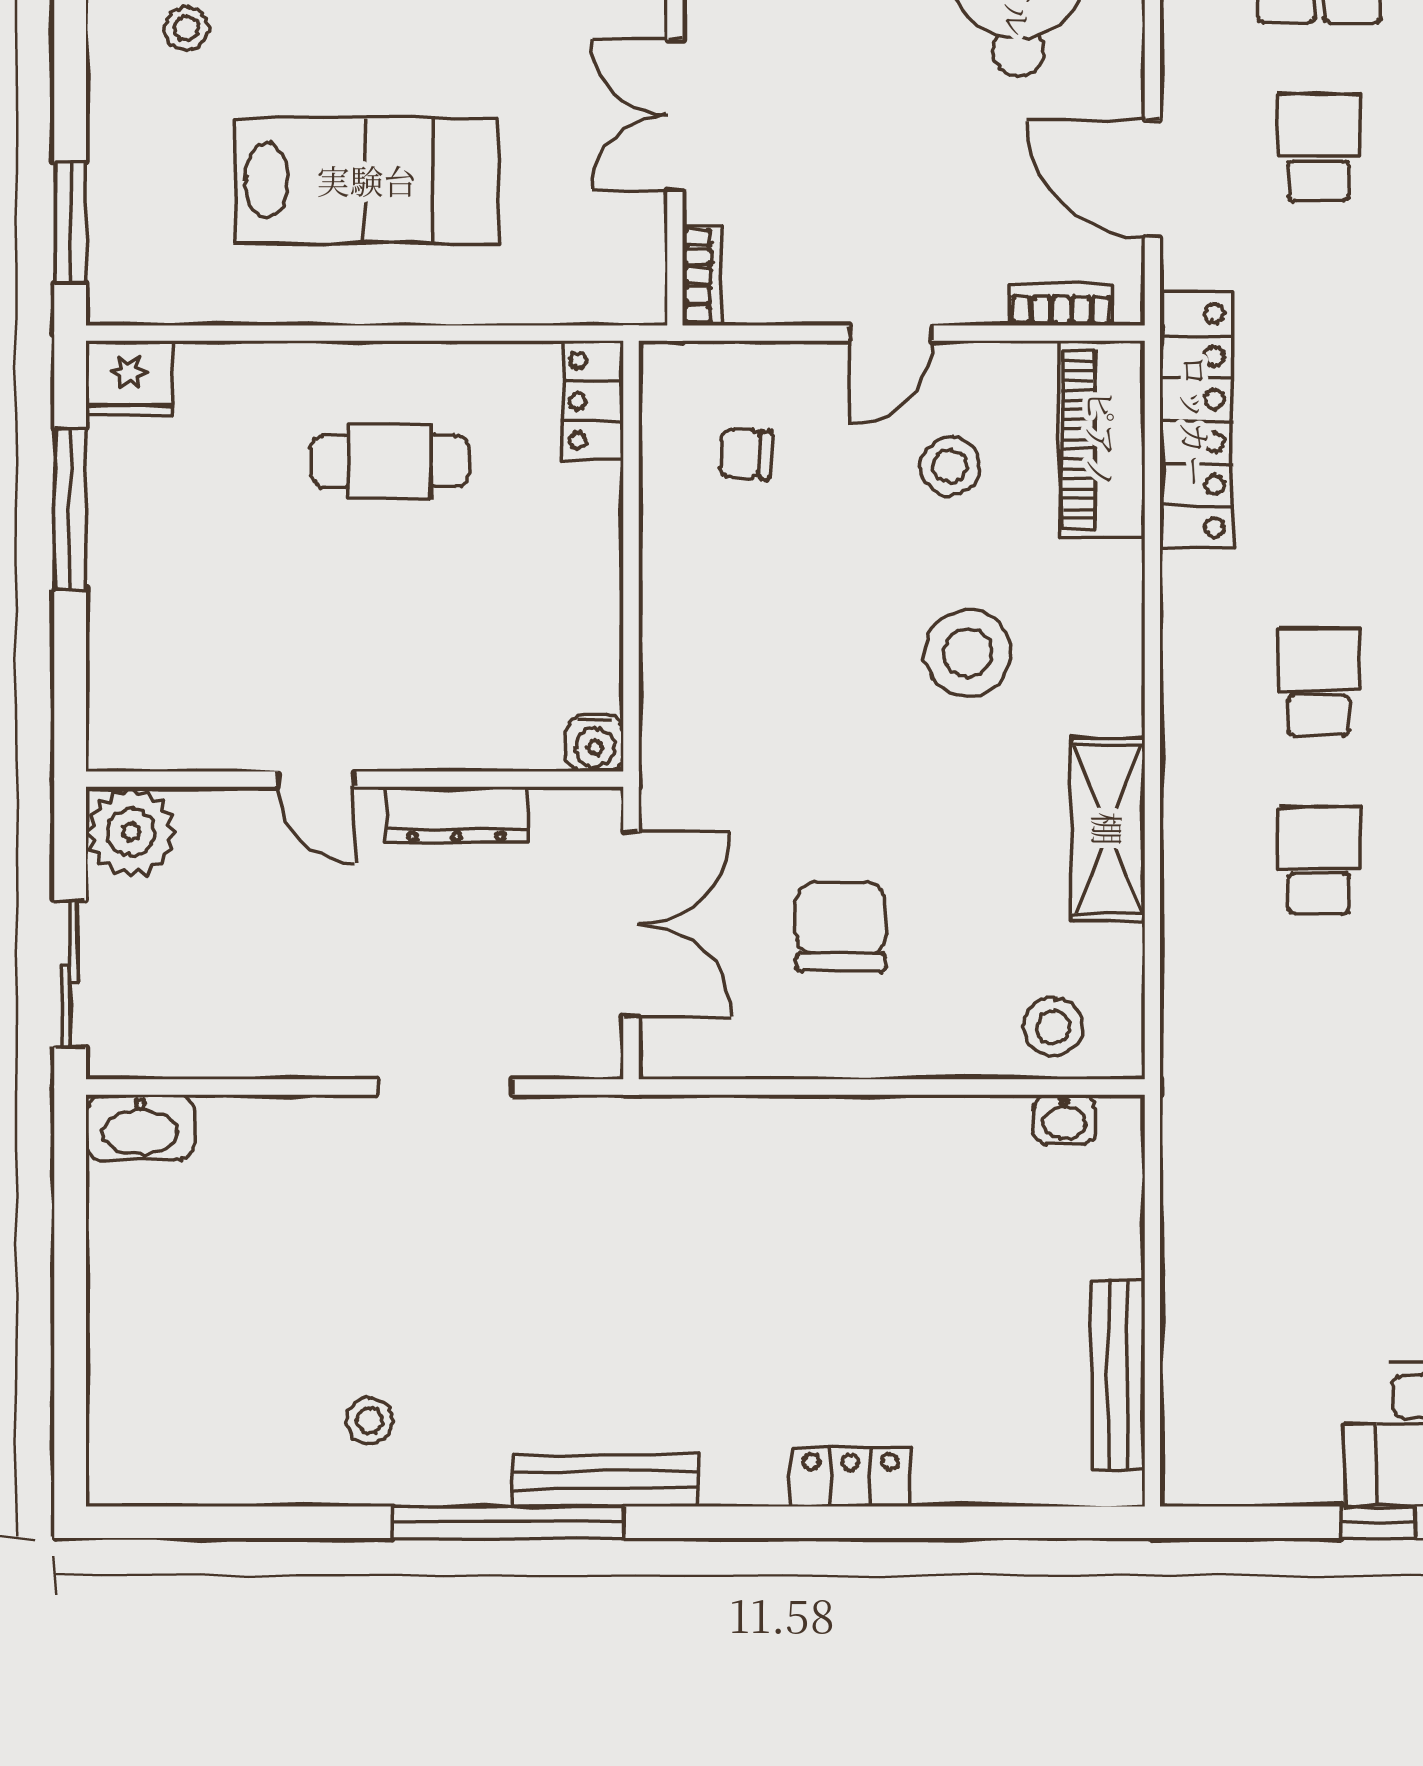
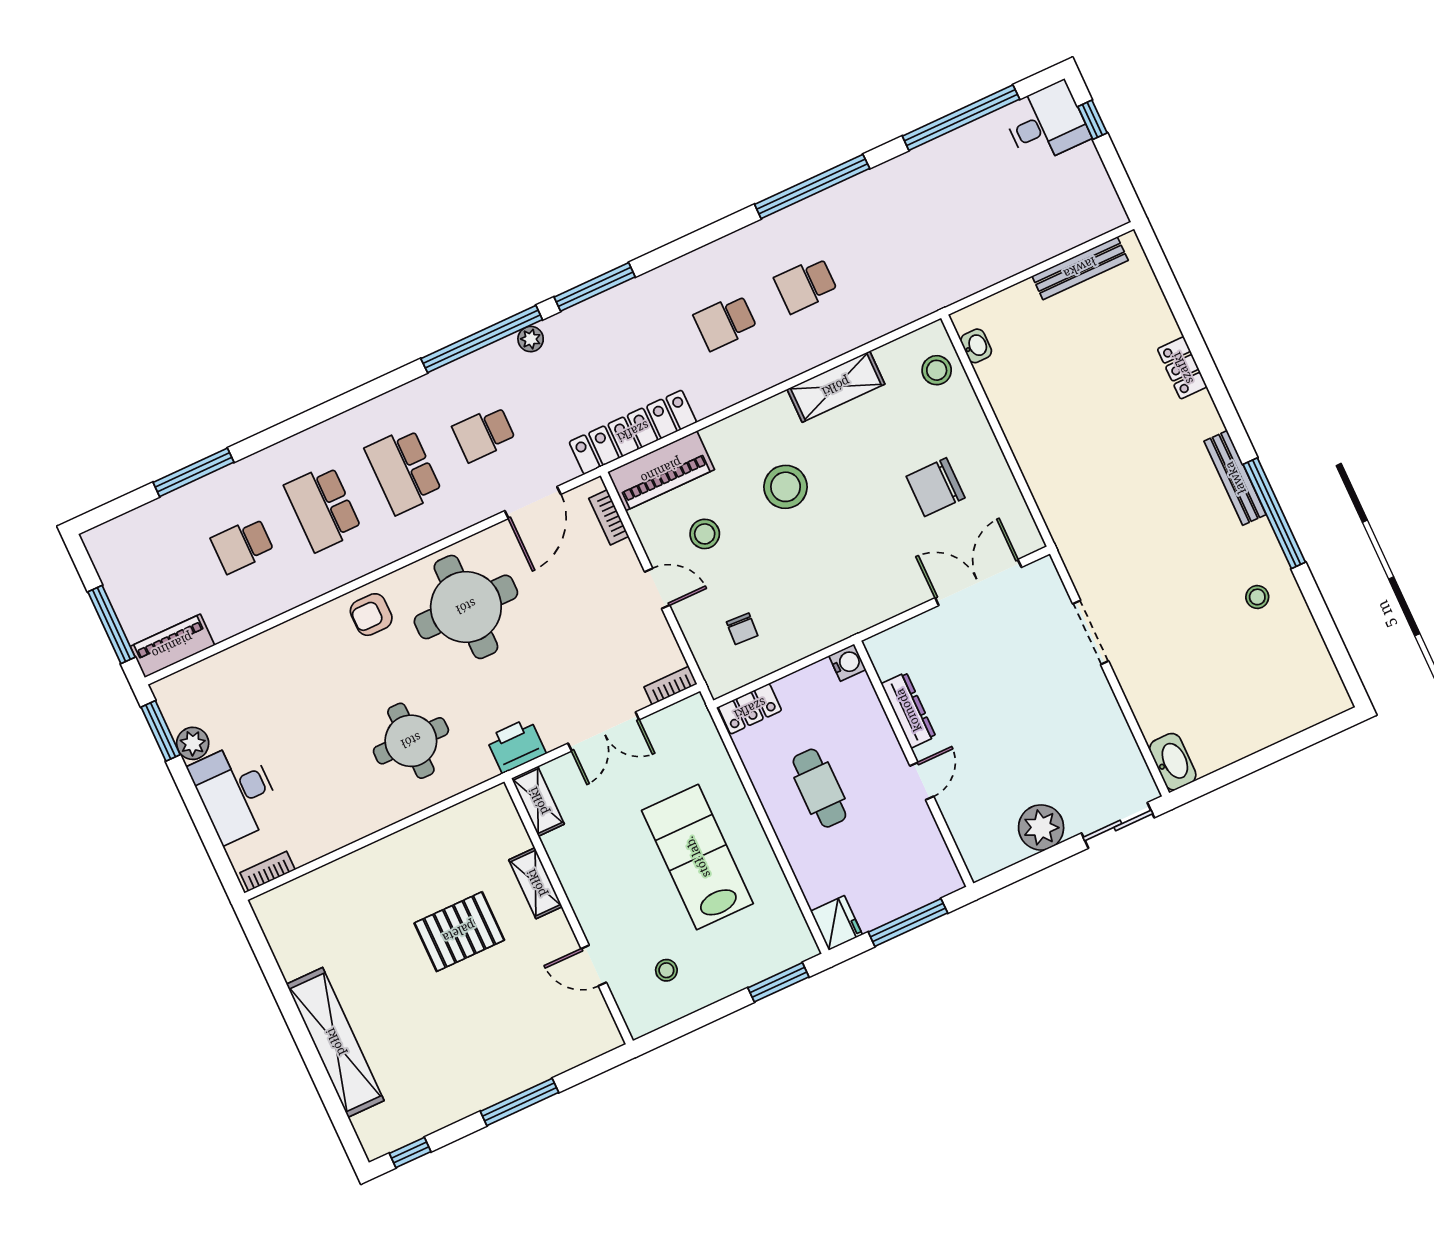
water cooler: (595, 743) -> (847, 663), moved
door: (316, 779) -> (922, 781), moved
wall: (355, 779) -> (914, 764), moved
dresser: (457, 815) -> (908, 710), moved

